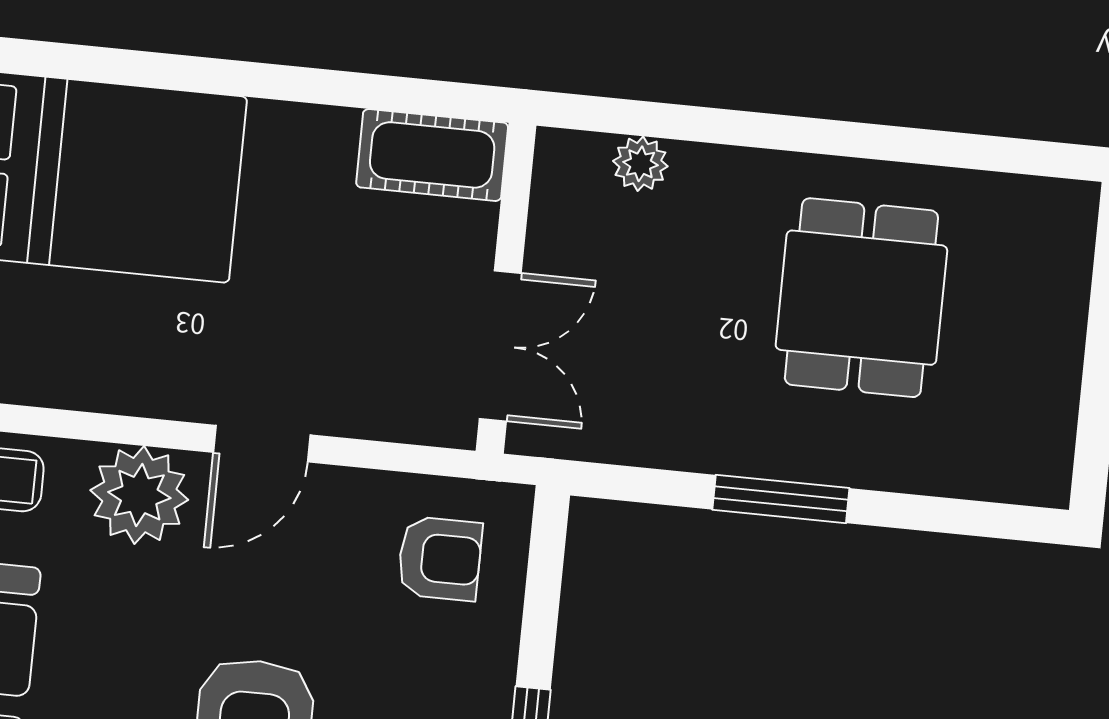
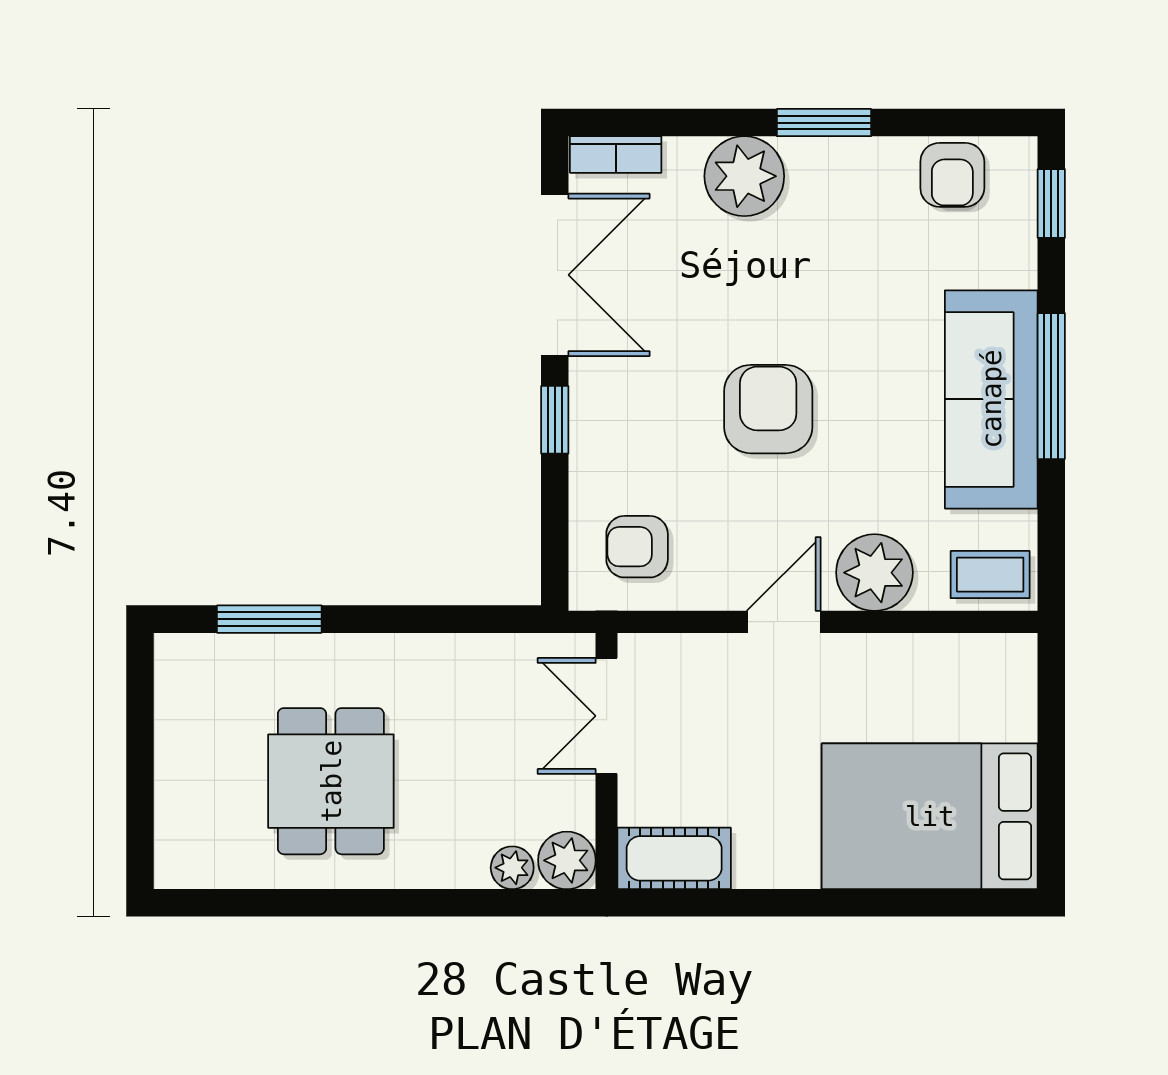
plant: (570, 166) -> (567, 860), added
window: (781, 499) -> (269, 619), moved

